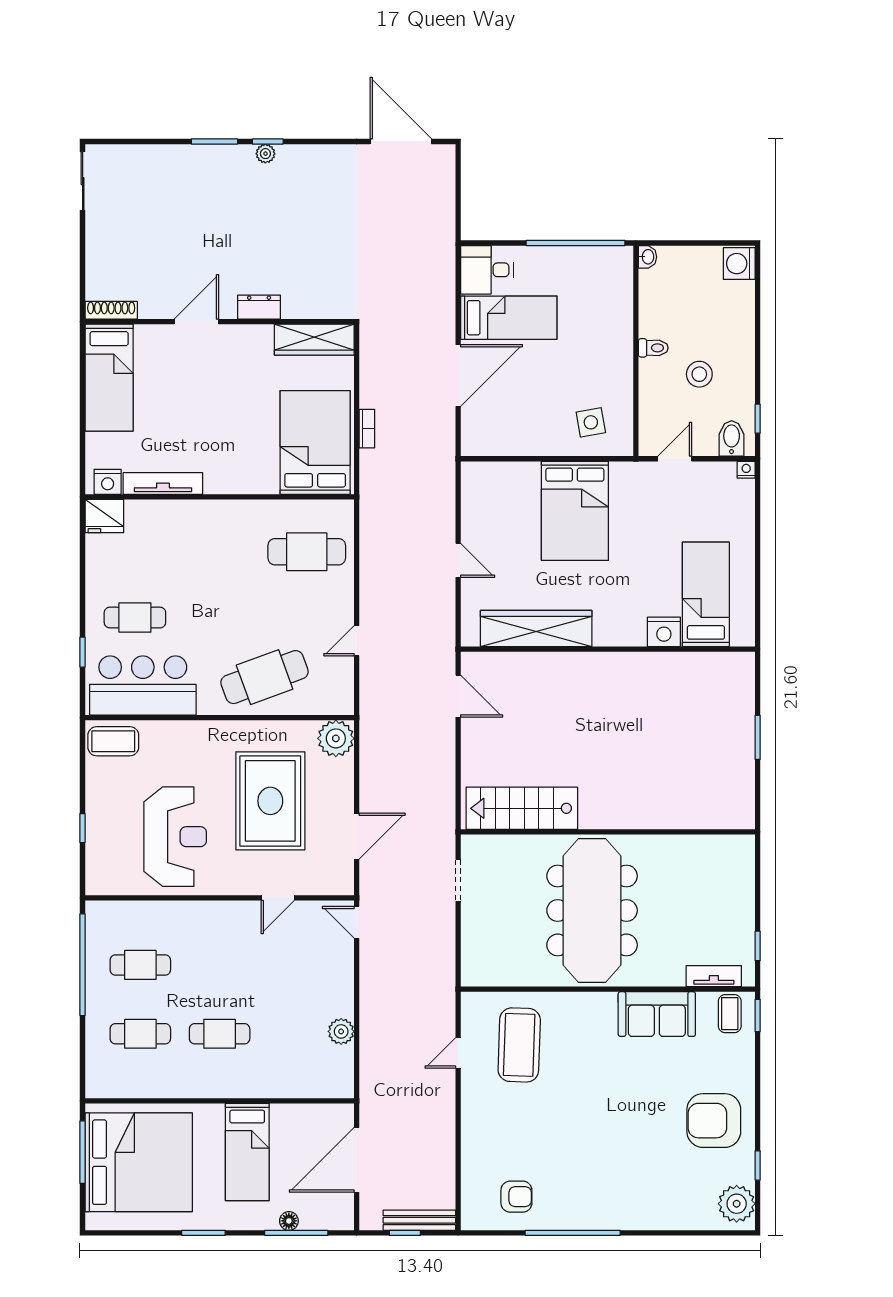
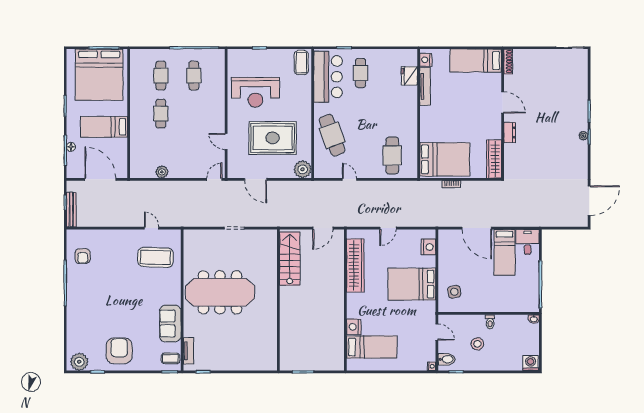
nightstand: (498, 476) -> (428, 247), added
fridge: (104, 516) -> (409, 76), moved
stairs: (522, 808) -> (290, 259), moved
wall: (608, 832) -> (278, 300), moved

